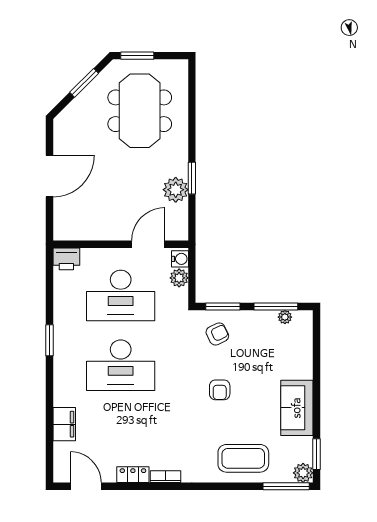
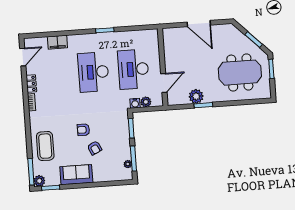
door: (148, 244) -> (164, 83), hinge flipped
printer: (66, 259) -> (152, 37), removed
water cooler: (180, 259) -> (135, 103), moved
armchair: (217, 334) -> (95, 148), moved

